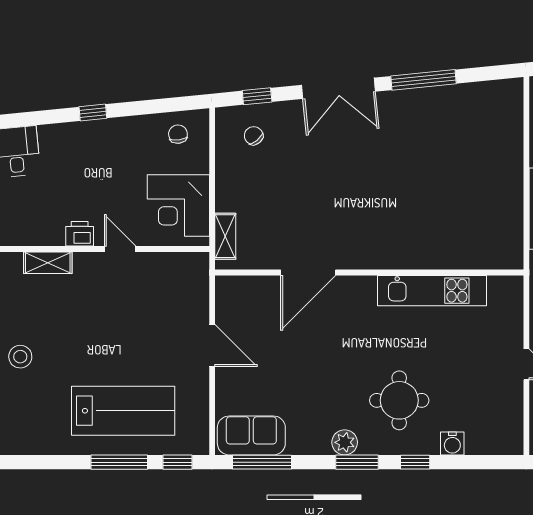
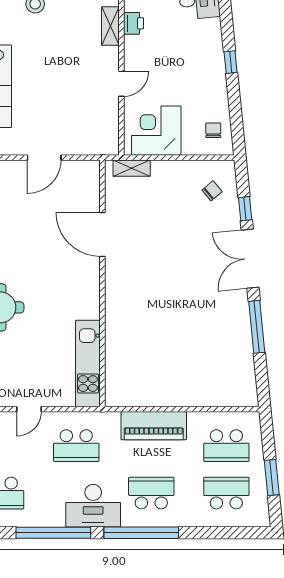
window: (257, 96) -> (245, 209), moved
chair: (178, 134) -> (213, 130), turned -84
printer: (80, 234) -> (134, 23), moved
kitchen unit: (432, 291) -> (88, 364), moved

